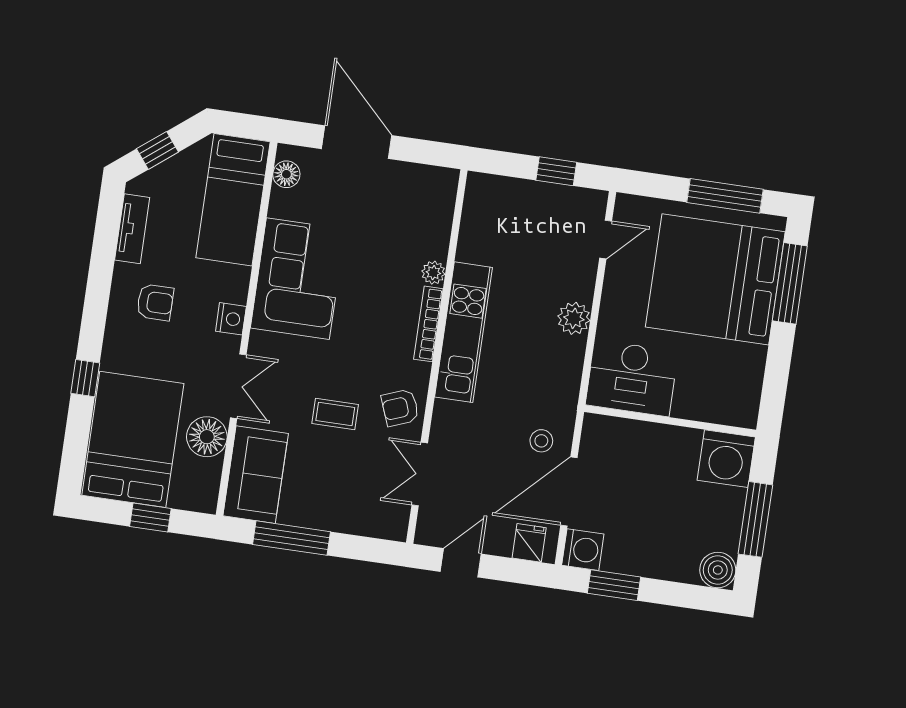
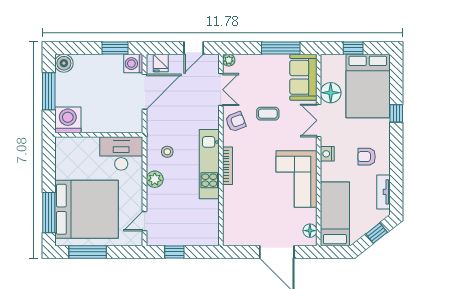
plant: (433, 273) -> (229, 60), moved
stool: (541, 441) -> (167, 152), moved

